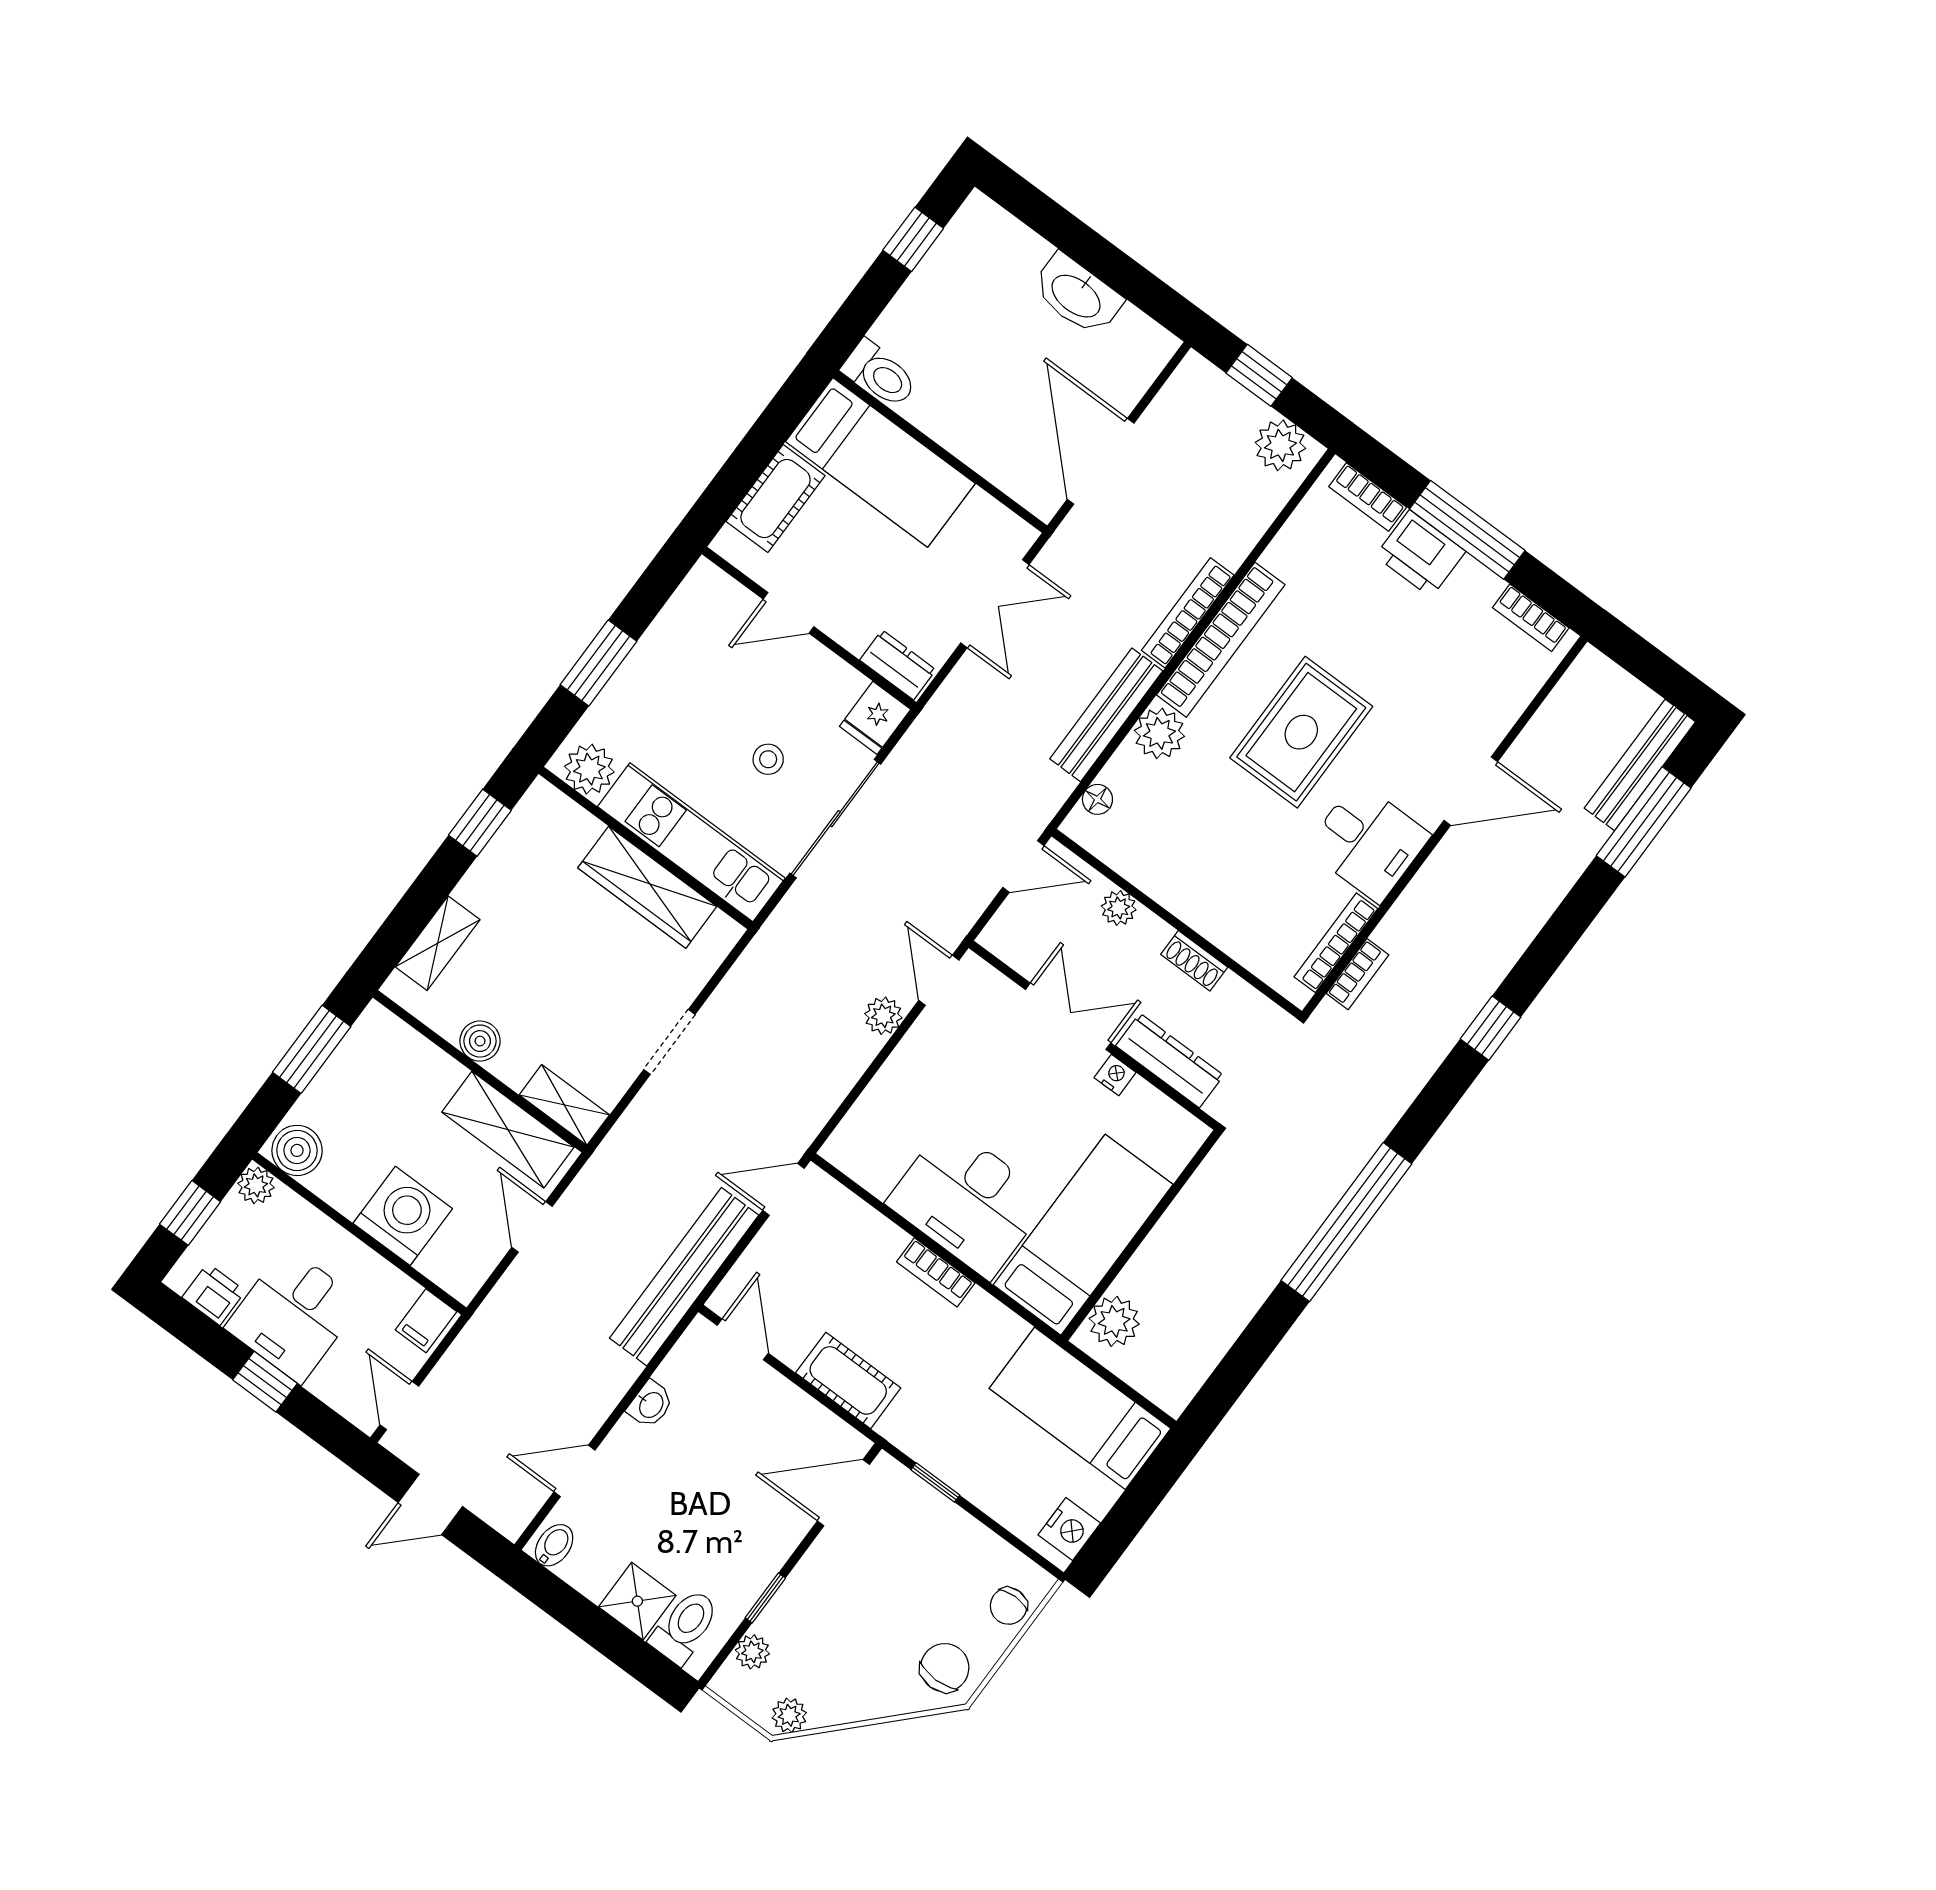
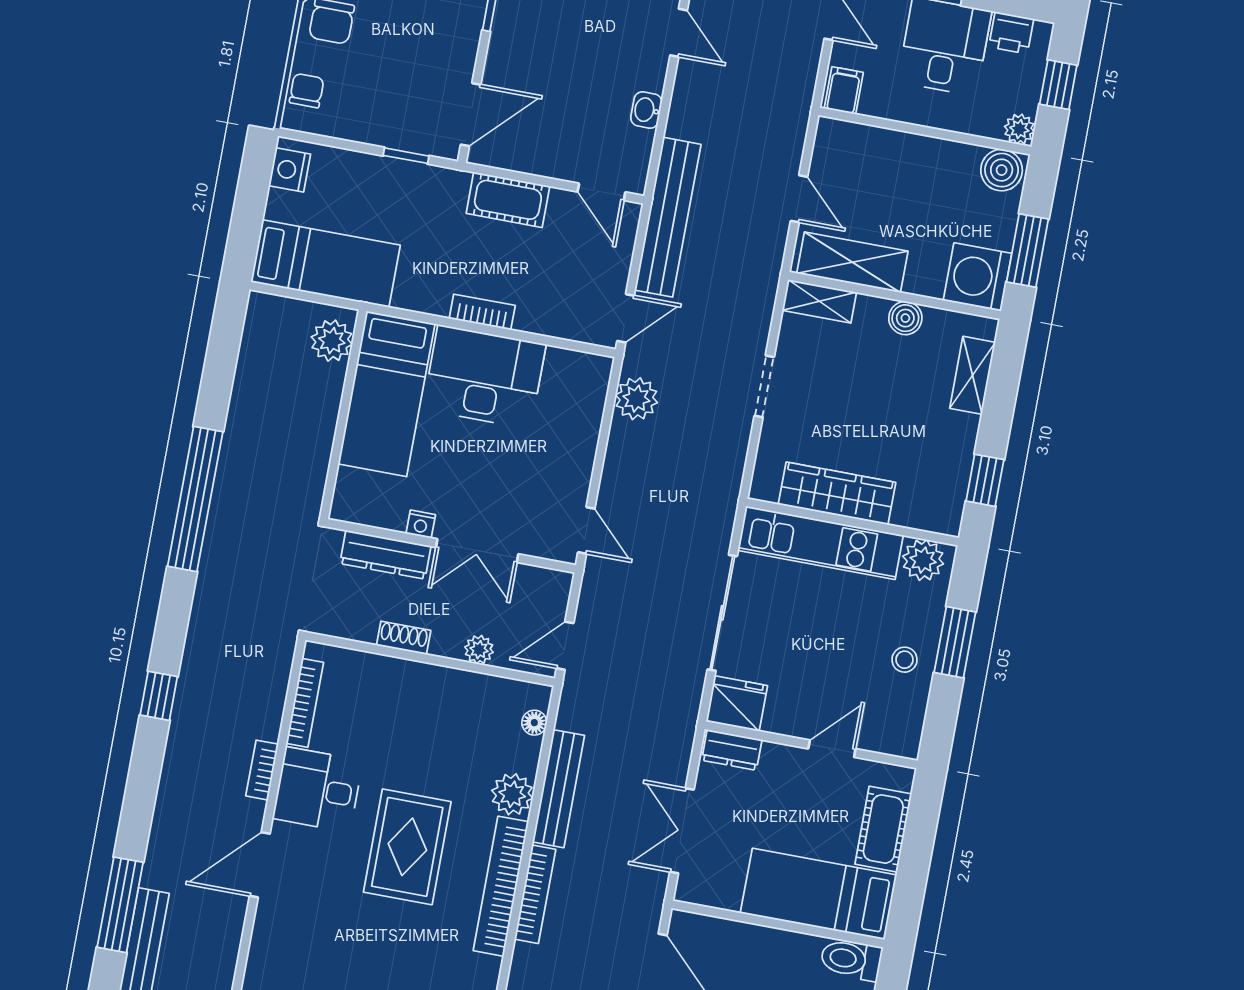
fridge: (875, 718) -> (737, 704), width x1.38
stool: (768, 759) -> (905, 660), moved
bookcase: (1357, 974) -> (262, 770), moved
plant: (883, 1016) -> (636, 399), moved, width x1.38, depth x1.38
washing machine: (403, 1216) -> (978, 277), moved, turned 90
door: (574, 1471) -> (679, 33), hinge flipped

